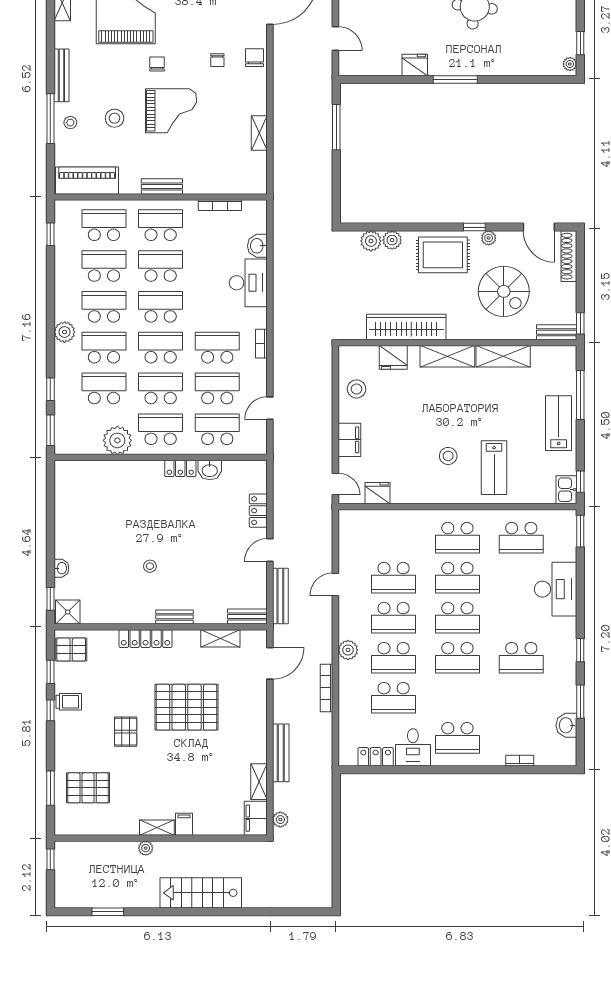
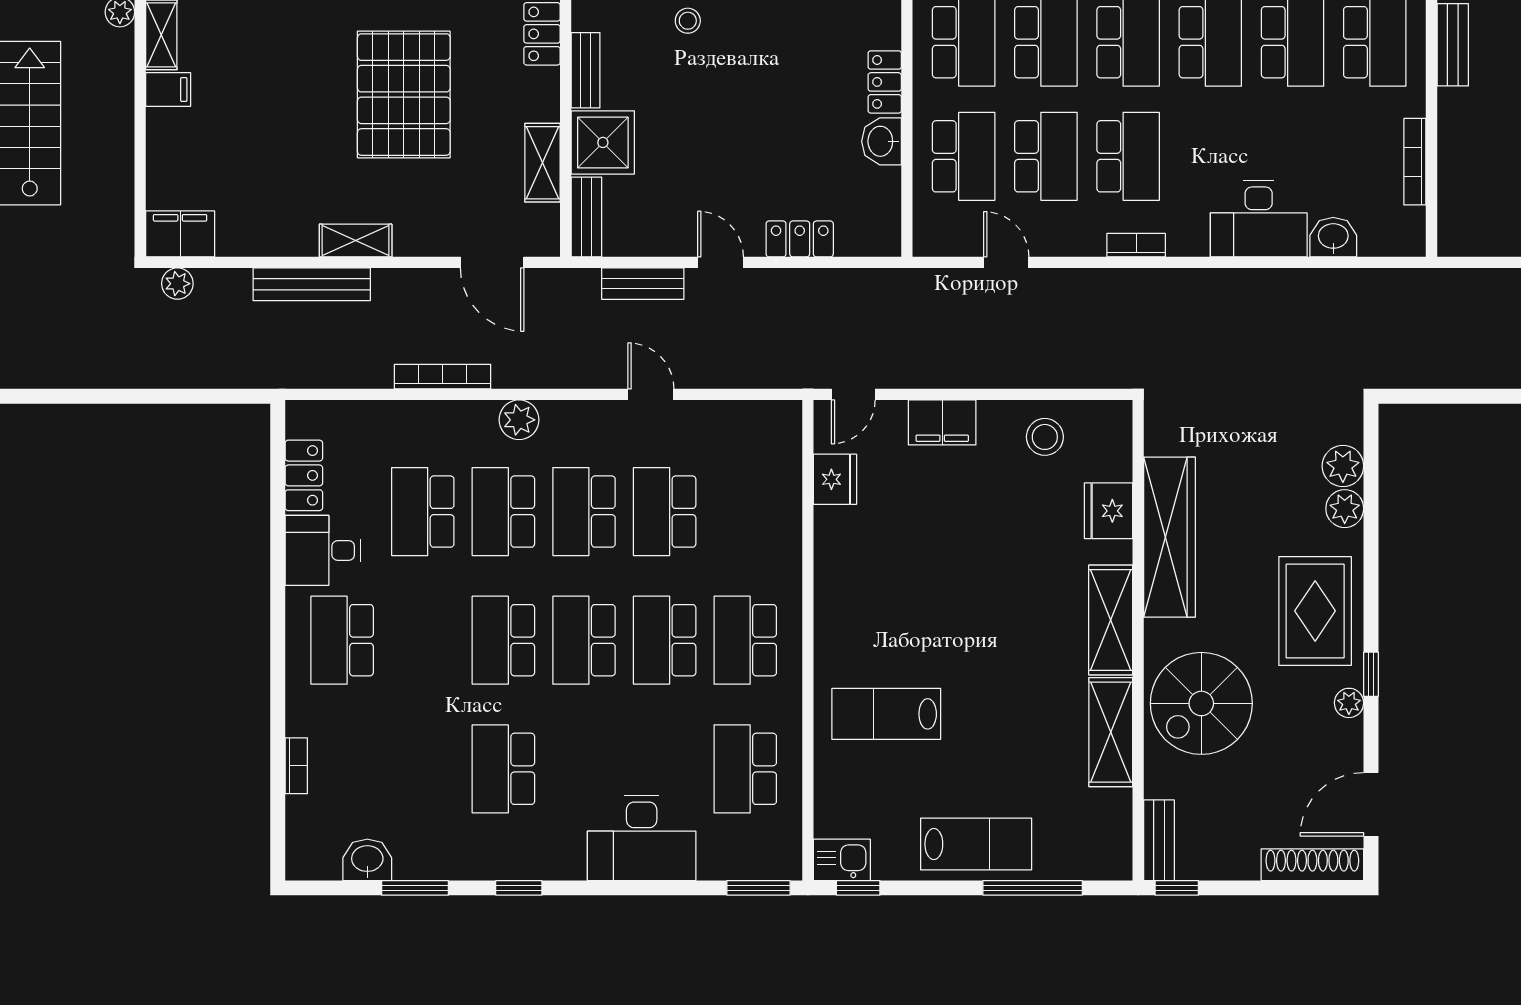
spiral stairs: (504, 291) -> (1201, 703), moved
stool: (448, 456) -> (910, 622), removed
bench: (280, 596) -> (643, 284), width x0.73
shower: (210, 608) -> (603, 142), added
shelving: (259, 782) -> (356, 241), moved

